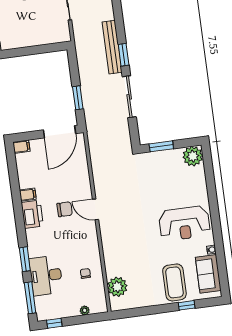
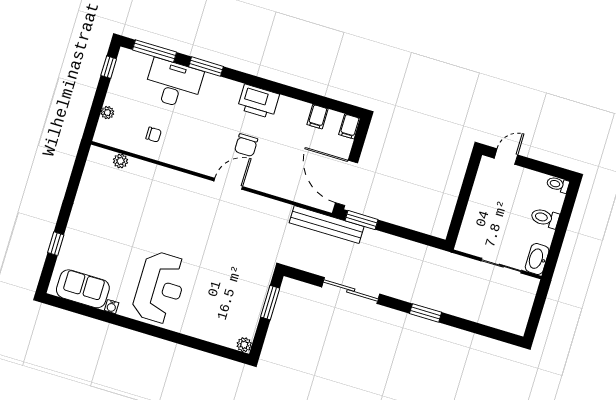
bench: (112, 47) -> (327, 225), moved
window: (124, 55) -> (426, 313), moved
window: (78, 98) -> (361, 220), moved
plant: (193, 156) -> (244, 345), width x0.53, depth x0.53
filing cabinet: (28, 195) -> (317, 117), moved
reception desk: (184, 223) -> (160, 288), turned 180
coffee table: (174, 282) -> (91, 241), removed
plant: (117, 287) -> (120, 161), width x0.53, depth x0.53

